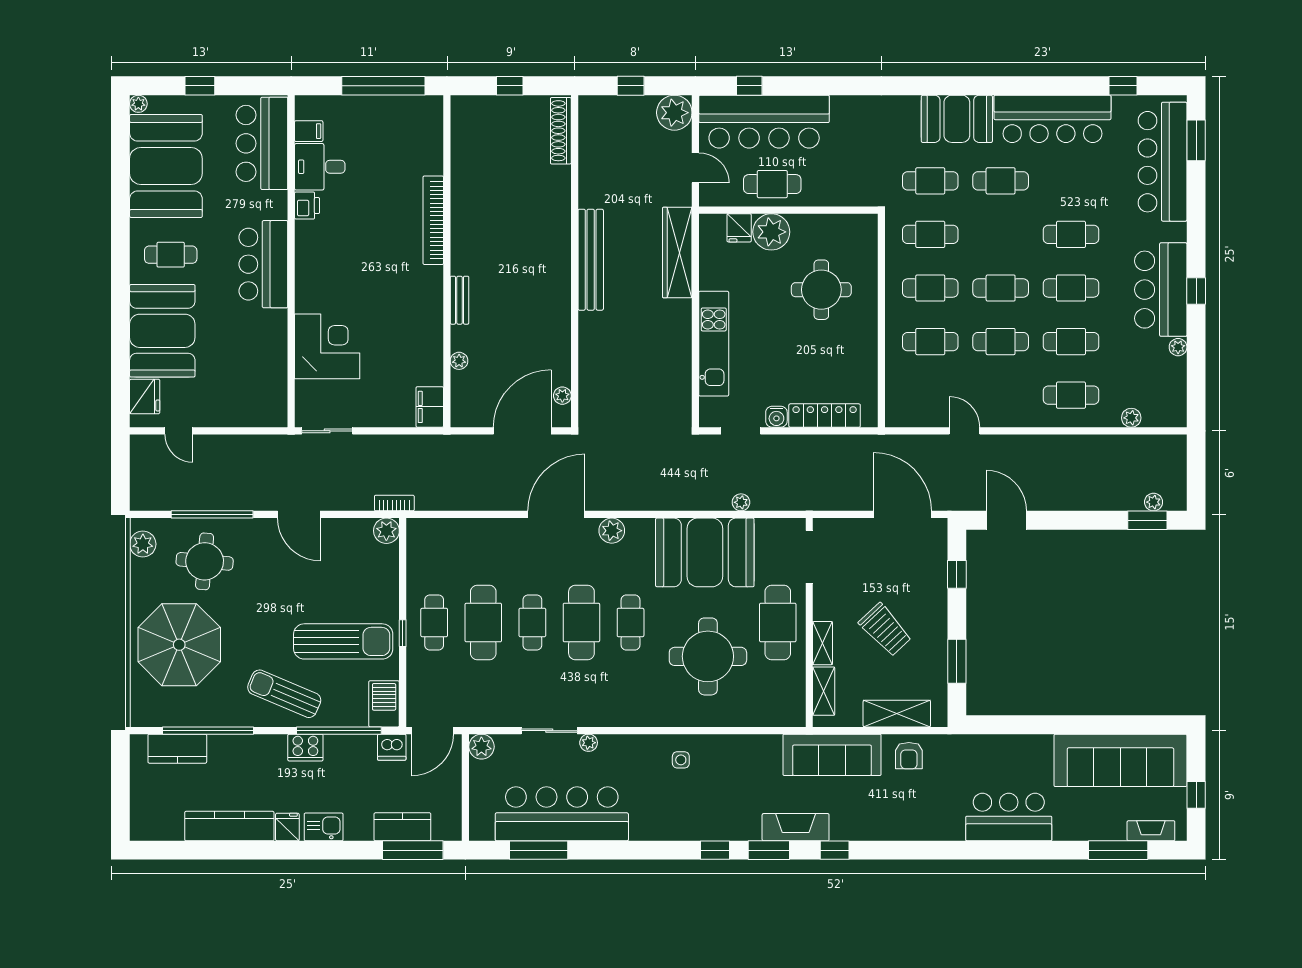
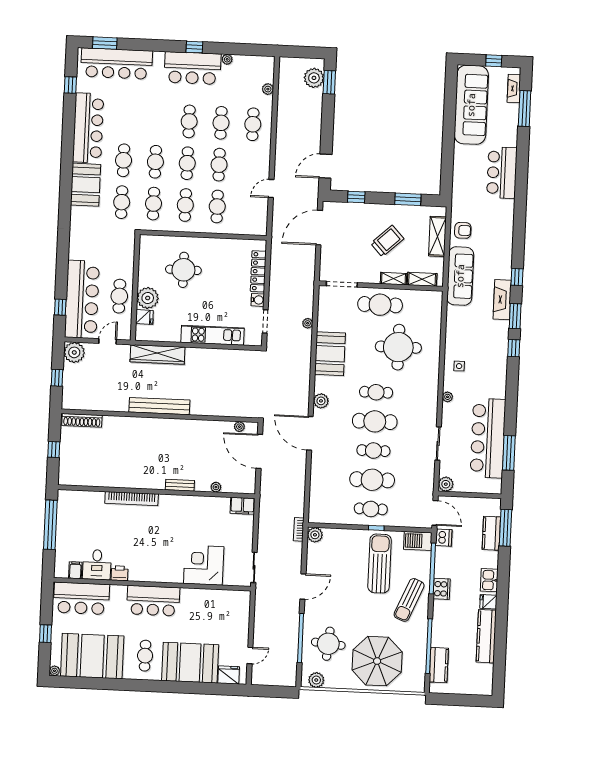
cafe table: (1071, 234) -> (155, 162), moved
plant: (1154, 502) -> (314, 78), width x1.88, depth x1.88
booth: (705, 552) -> (330, 354), width x0.73, depth x0.70
plant: (589, 743) -> (447, 397), moved

